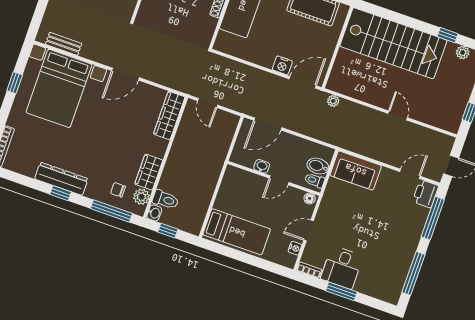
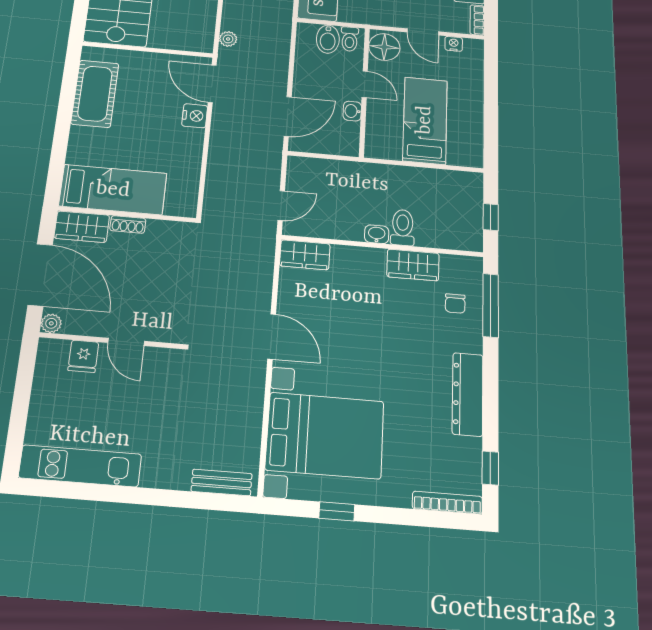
bench: (64, 44) -> (222, 483), moved, turned 90
wardrobe: (169, 115) -> (305, 255), width x0.67
door: (268, 124) -> (288, 116), hinge flipped
window: (60, 193) -> (490, 468), moved
plant: (142, 197) -> (454, 267), removed
floor lamp: (310, 198) -> (384, 47), width x1.89, depth x1.89
toilet: (165, 200) -> (403, 228), moved
washbasin: (154, 213) -> (377, 234), moved
bed: (237, 232) -> (425, 120), moved

